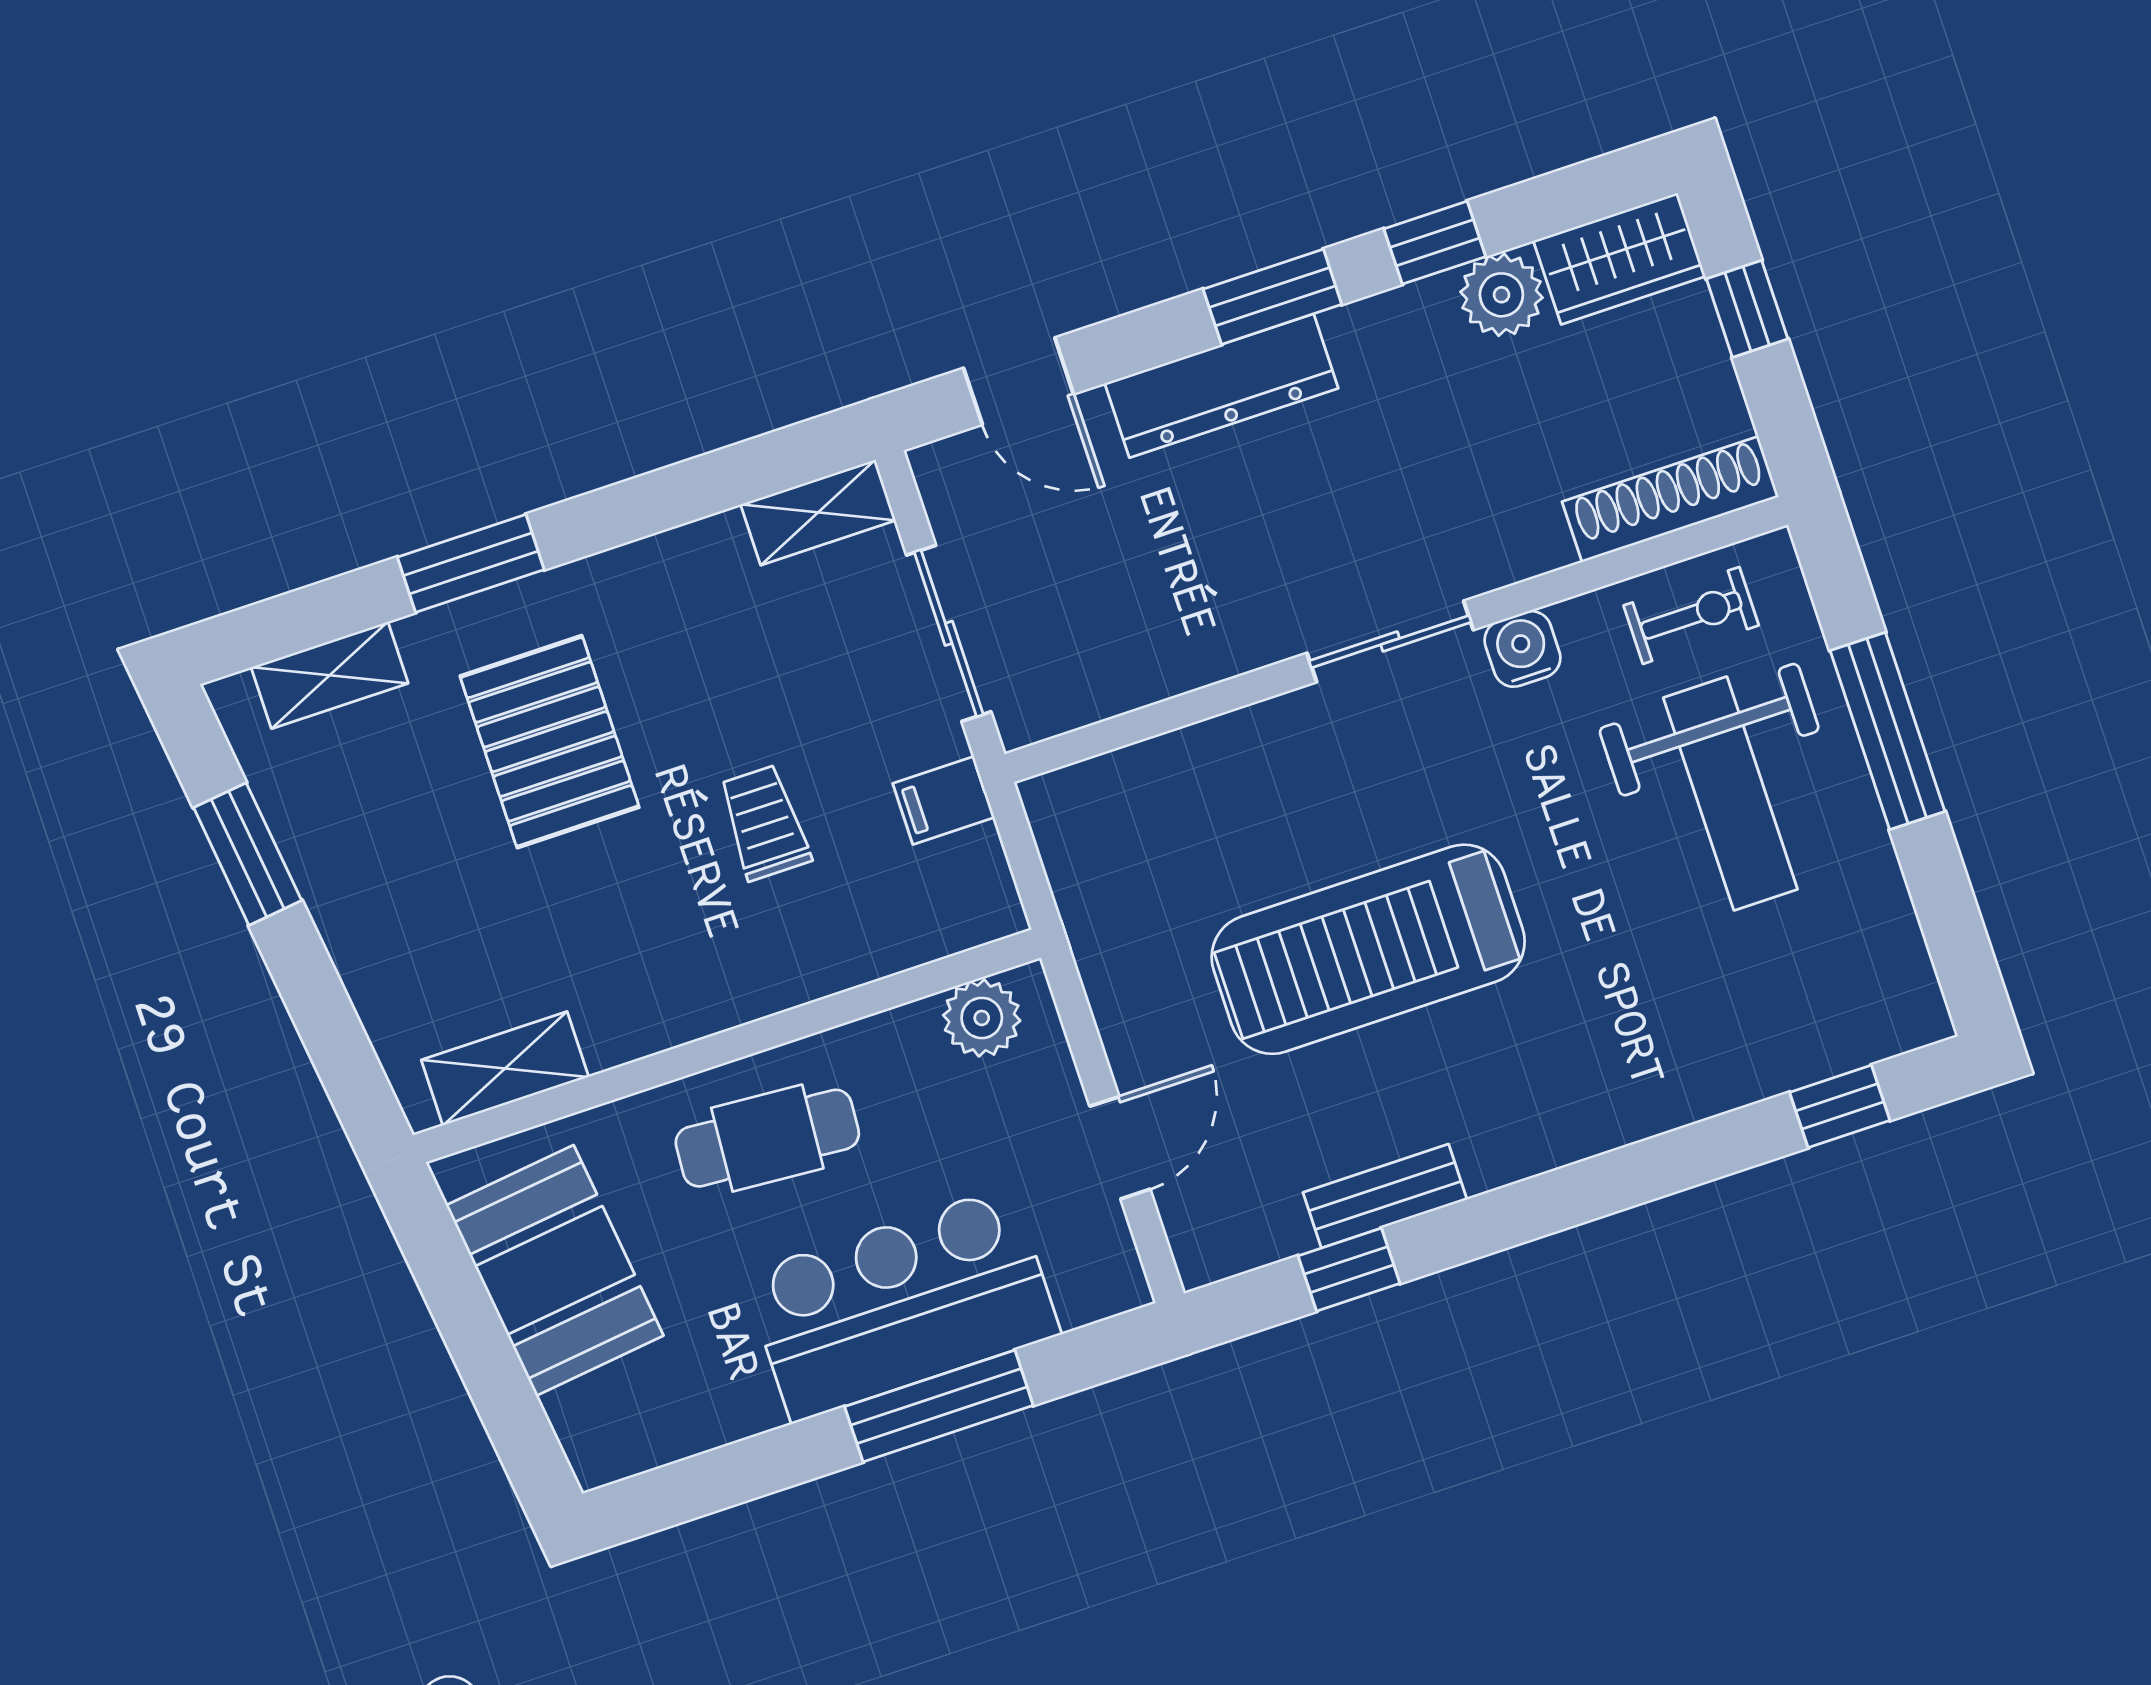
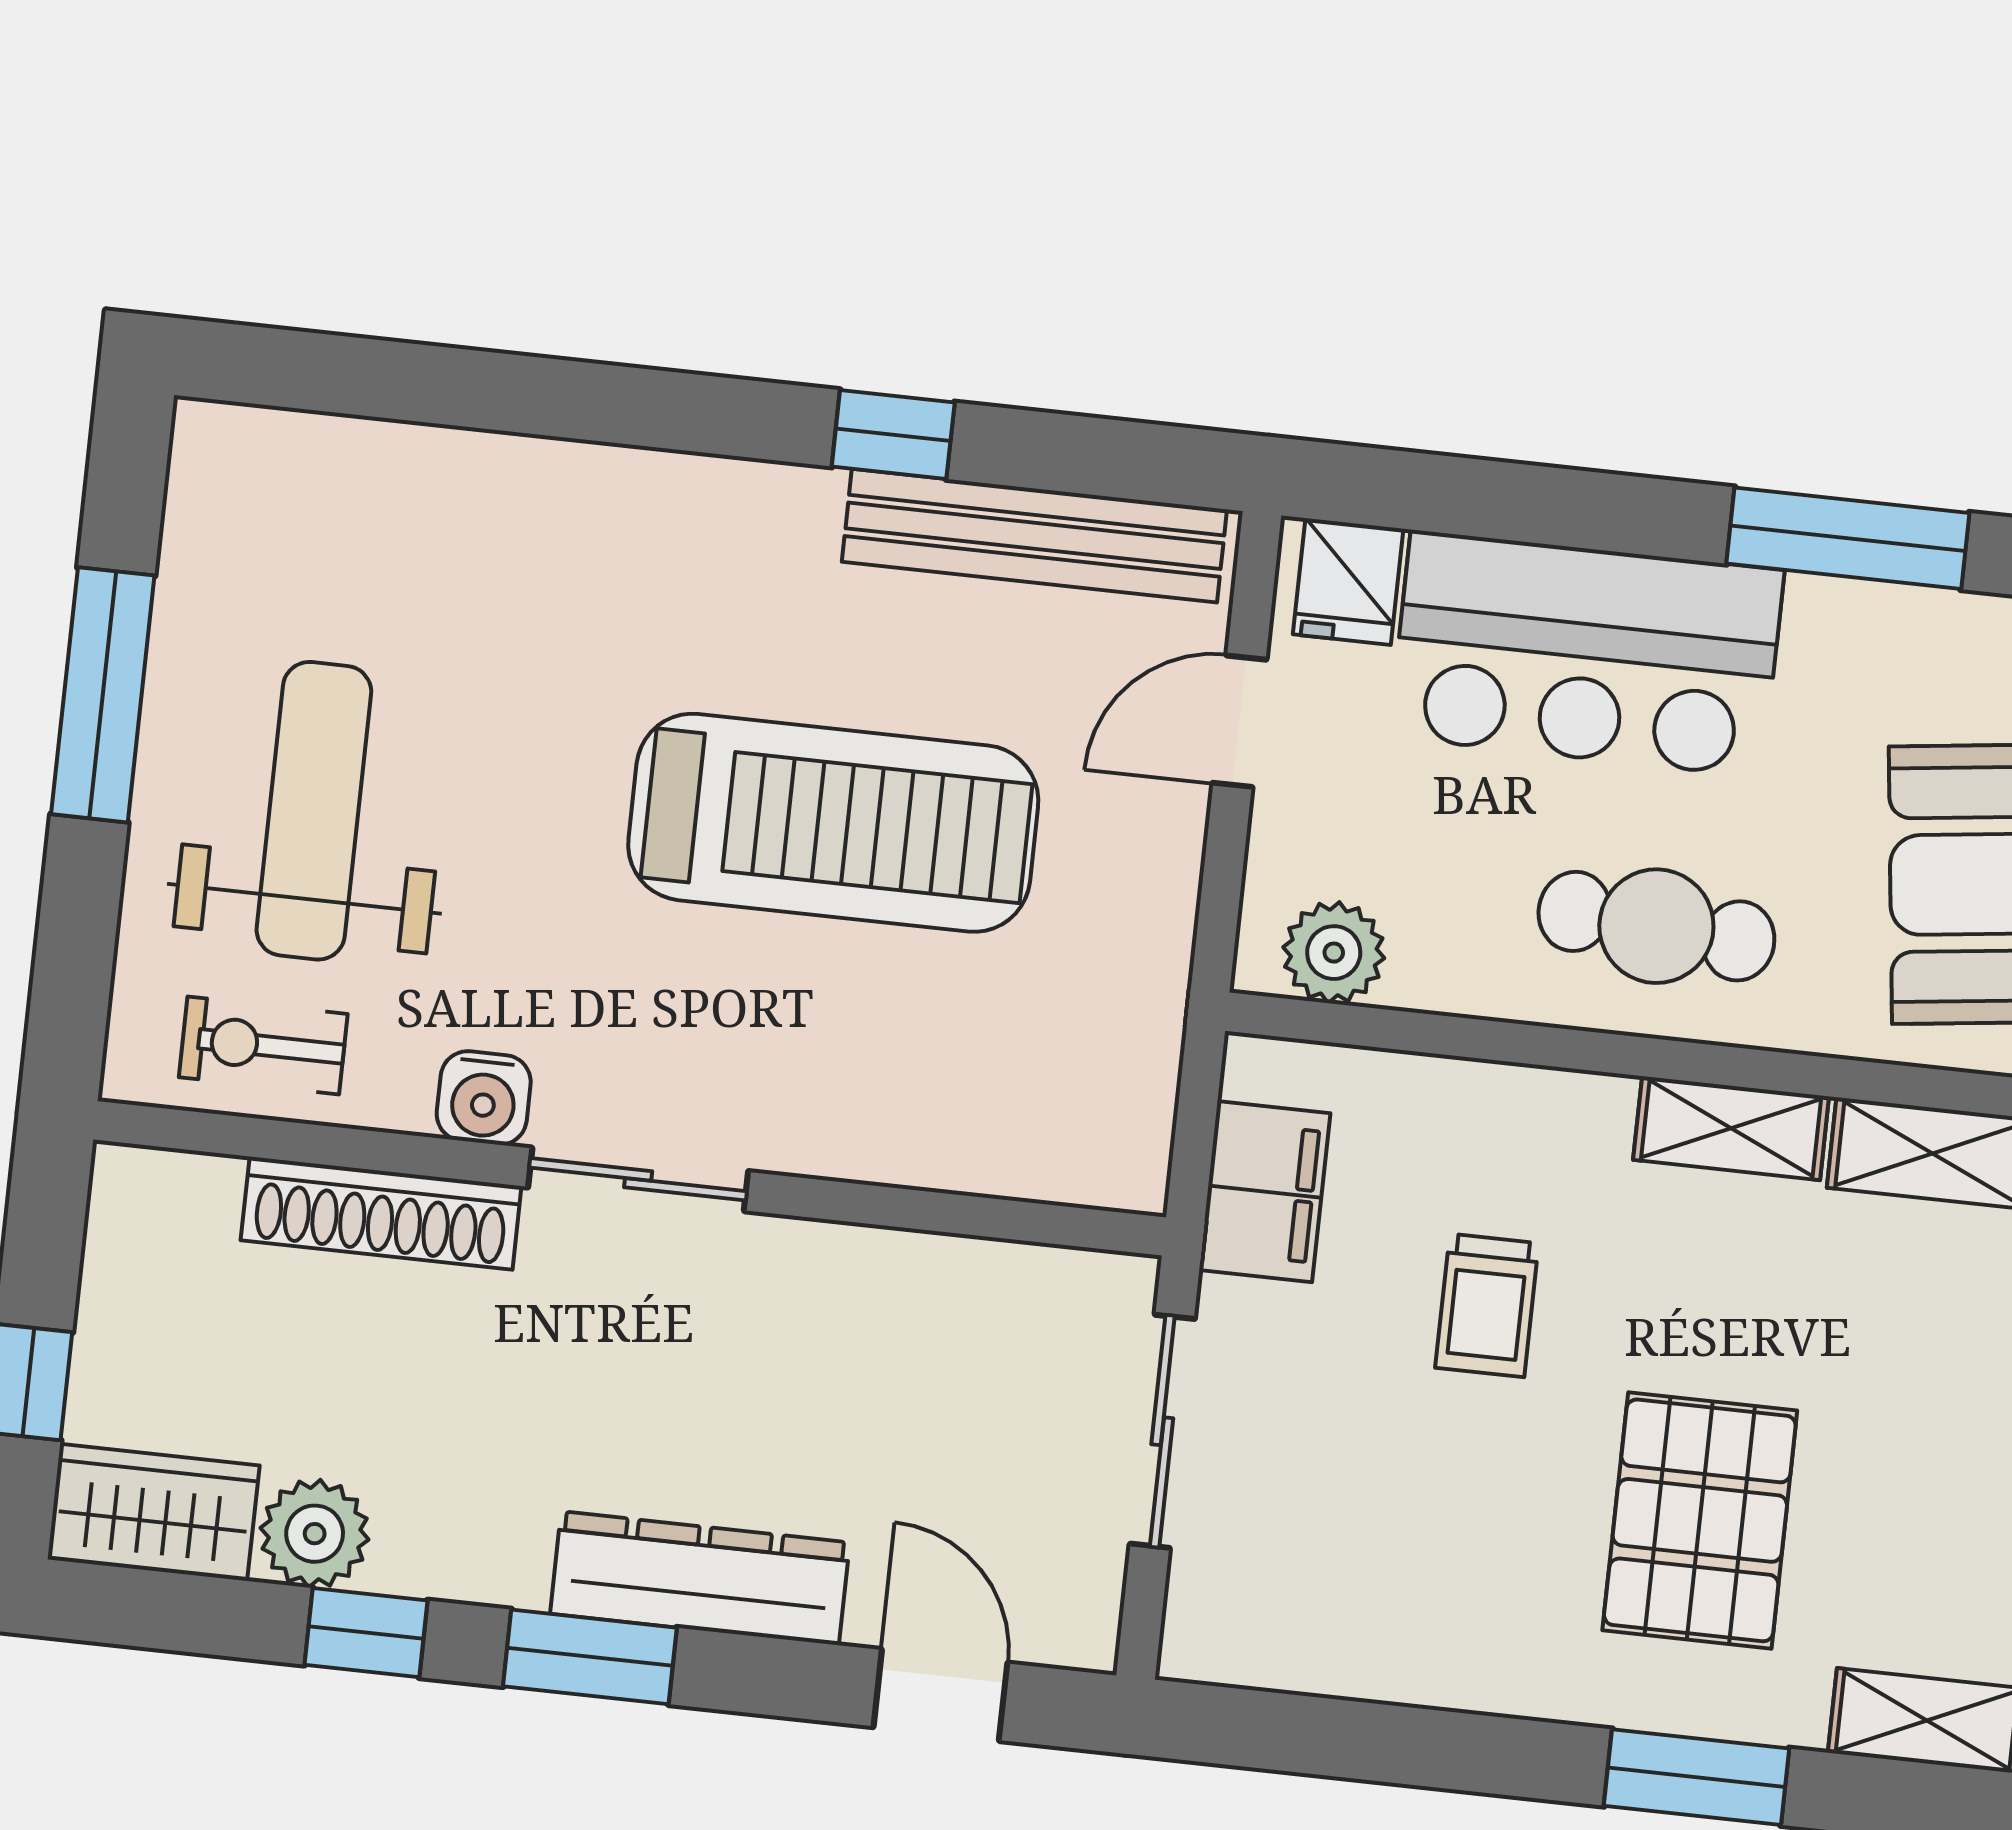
shoe rack: (1670, 499) -> (381, 1213), moved
shelving: (818, 512) -> (1731, 1128), moved
window: (1887, 731) -> (103, 695), moved
filing cabinet: (944, 800) -> (1265, 1192), width x2.00
window: (1840, 1106) -> (354, 376), removed
bench: (1385, 1196) -> (1034, 536), width x1.86, depth x1.21
window: (1349, 1270) -> (893, 435), moved
fridge: (1089, 1279) -> (1348, 582), added
window: (939, 1406) -> (1848, 538), moved

